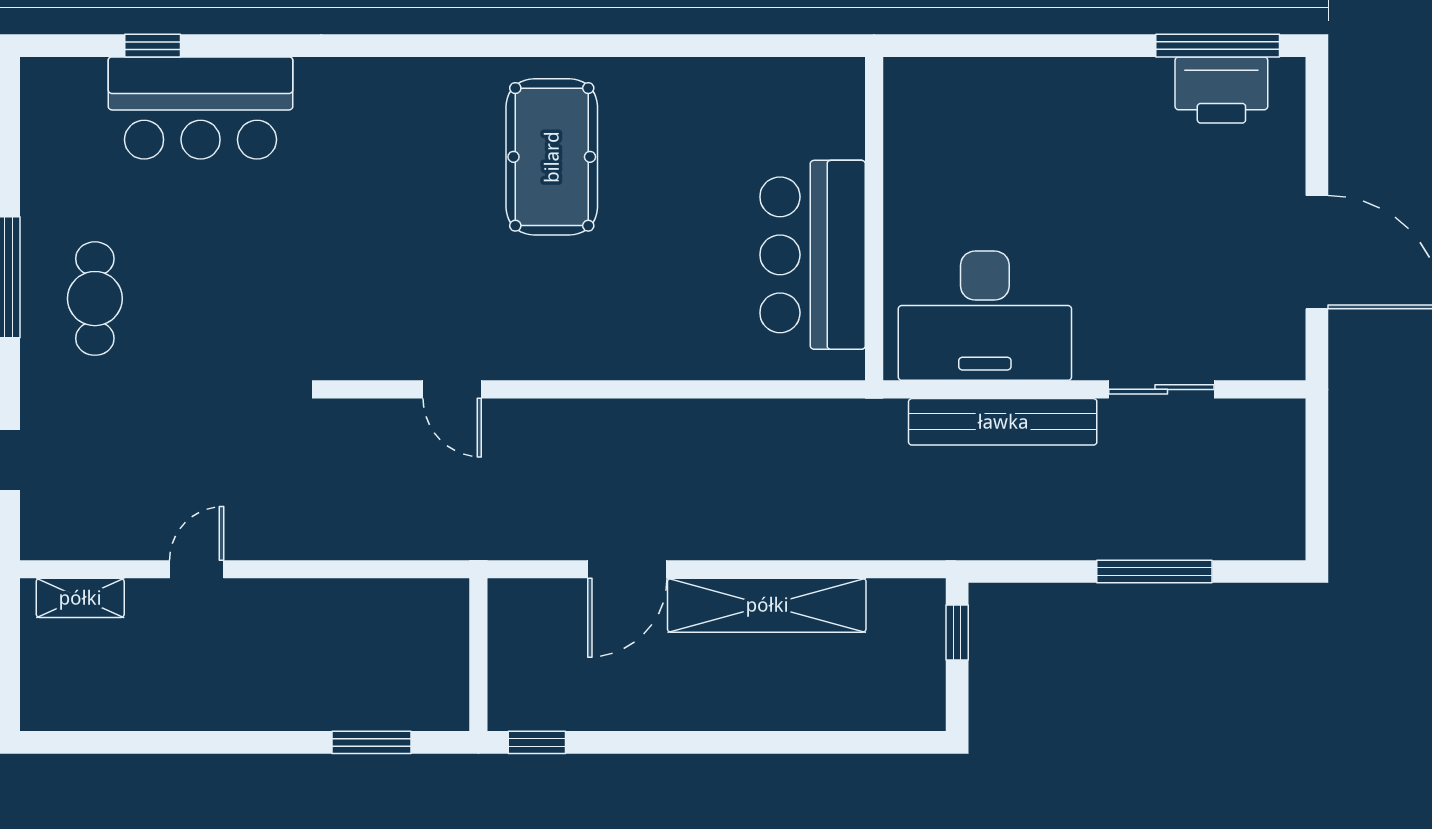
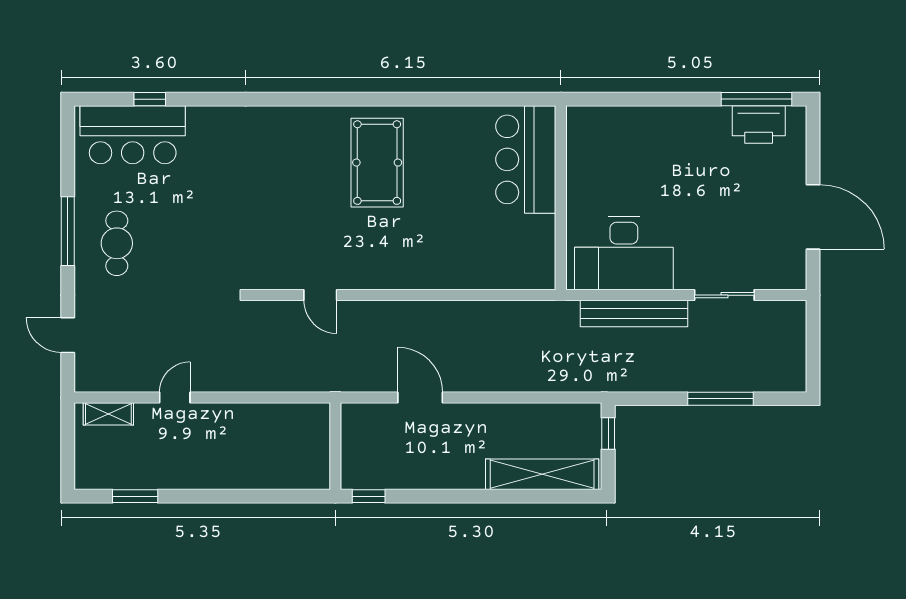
bar counter: (201, 108) -> (133, 135), moved
bar counter: (813, 255) -> (526, 159), moved
door: (627, 569) -> (420, 398), swing flipped
shelving: (767, 605) -> (542, 474), moved
window: (371, 742) -> (135, 496), moved

